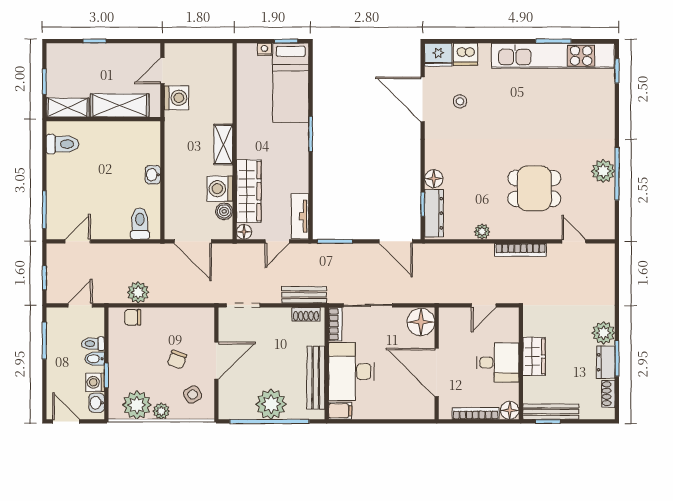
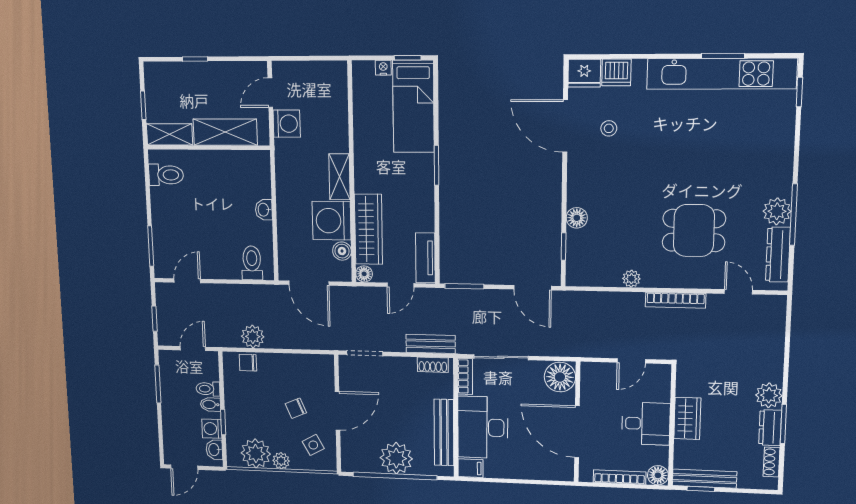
washing machine: (220, 189) -> (332, 221), width x1.37, depth x1.37
dresser: (434, 213) -> (778, 255), moved, turned 180
chair: (177, 360) -> (296, 408), turned 47
door: (66, 421) -> (184, 467), swing flipped

